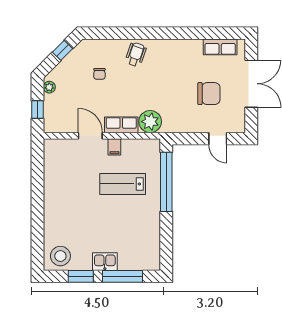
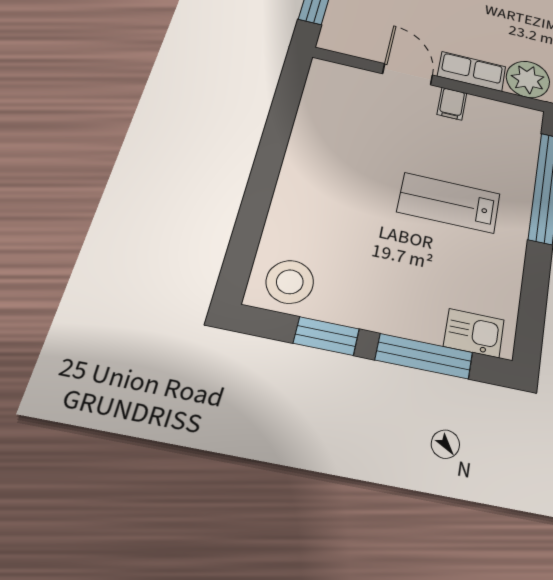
lab bench: (123, 184) -> (449, 203), moved
kitchen sink: (105, 262) -> (474, 333), moved

